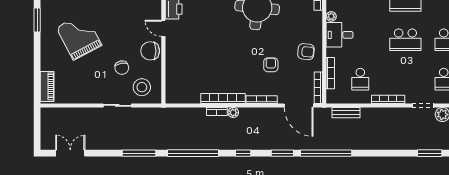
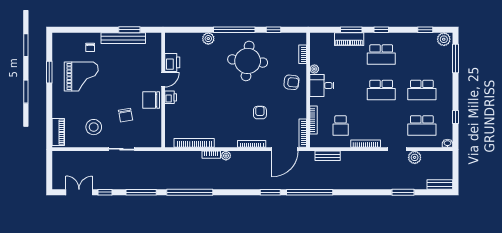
door: (163, 28) -> (163, 80), swing flipped
grand piano: (79, 36) -> (81, 76), moved, turned 118
printer: (172, 48) -> (171, 97), added
armchair: (306, 52) -> (291, 82), moved
stool: (142, 87) -> (94, 127), moved
bookcase: (223, 98) -> (194, 143), moved
door: (299, 105) -> (285, 149), hinge flipped
window: (243, 153) -> (105, 192), moved

